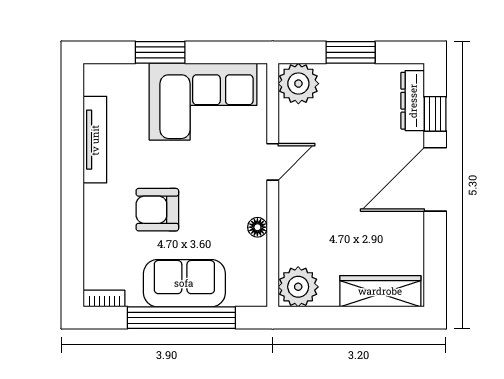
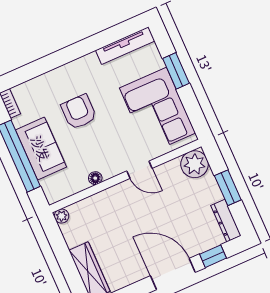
dresser: (413, 101) -> (226, 221), moved, turned -90
tv unit: (95, 140) -> (125, 46), moved
plant: (298, 287) -> (62, 216), width x0.53, depth x0.53

